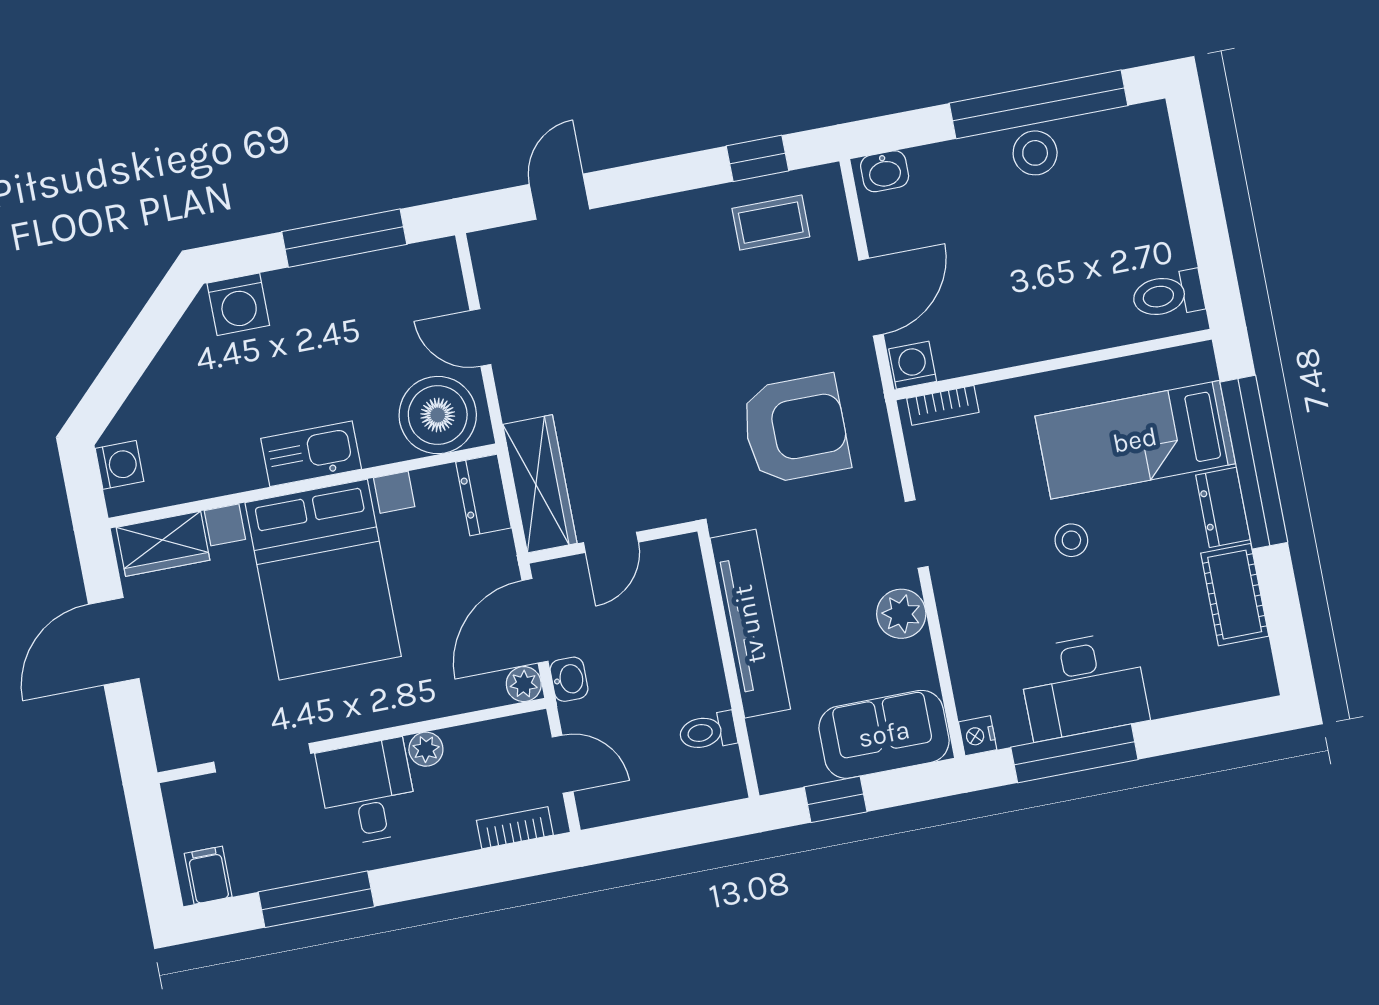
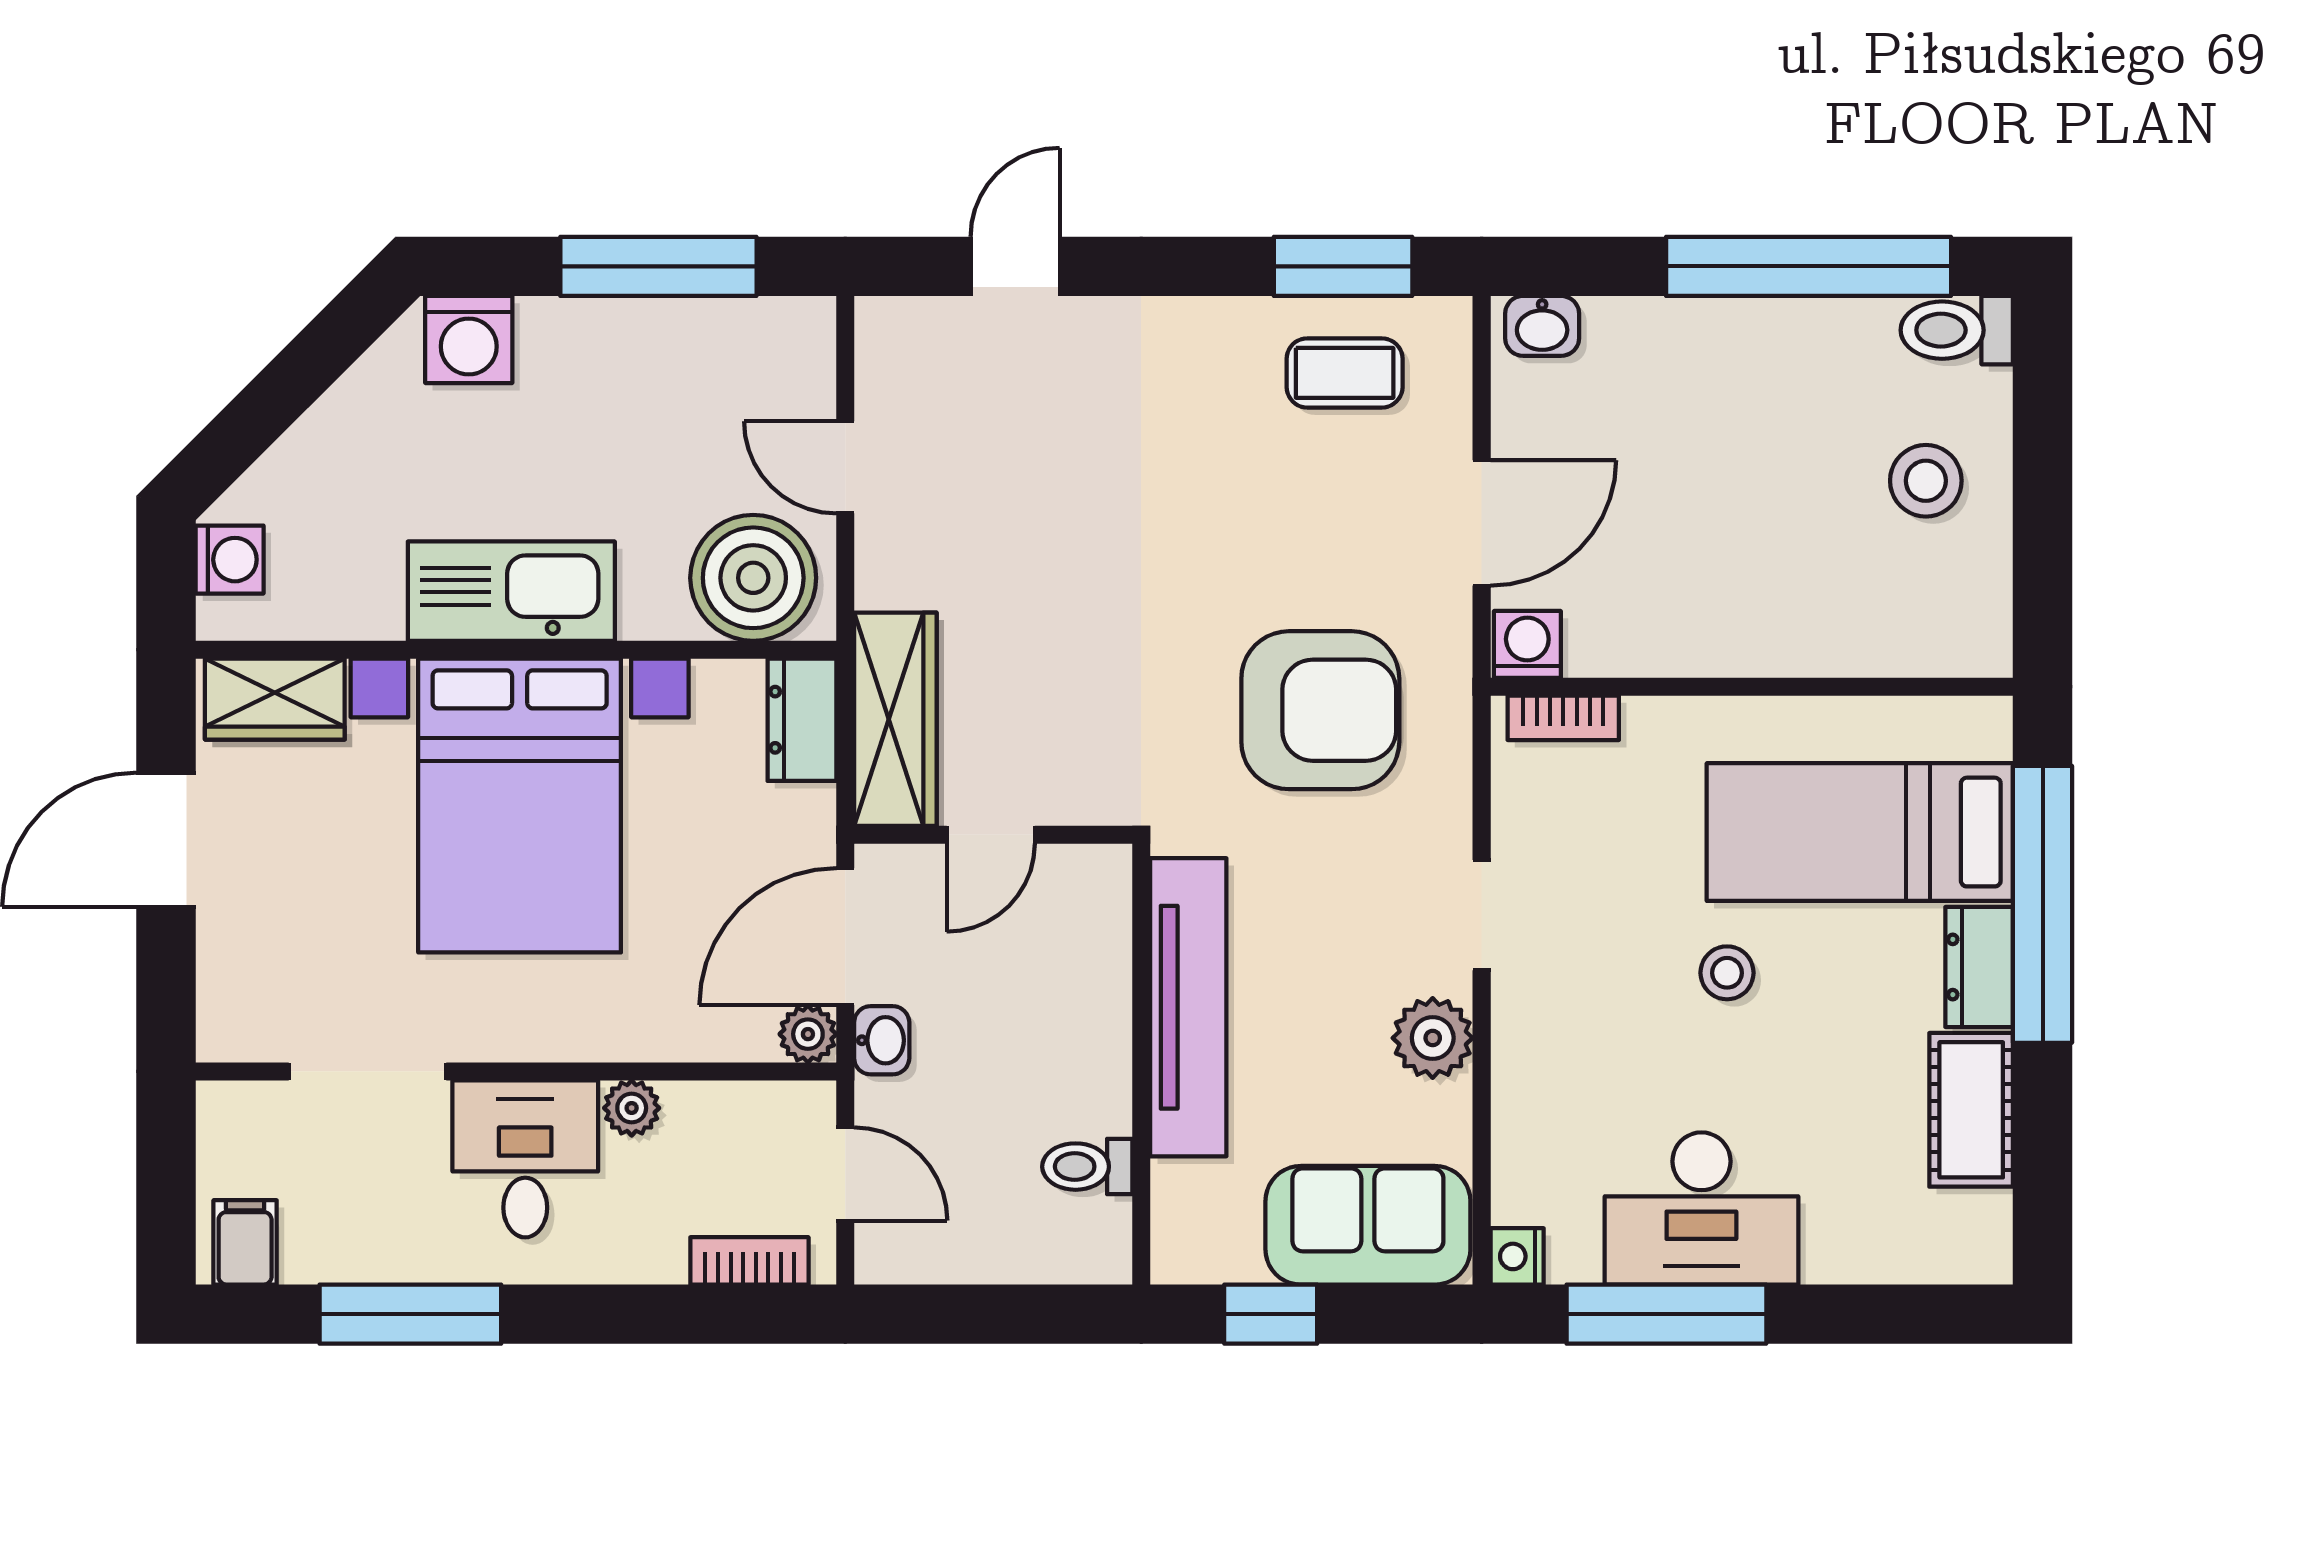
stool: (1035, 153) -> (1926, 481), moved
window: (758, 158) -> (1343, 266), width x1.50
toilet: (1168, 295) -> (1957, 330), moved
kitchen sink: (311, 454) -> (511, 591), width x1.36, depth x1.24

